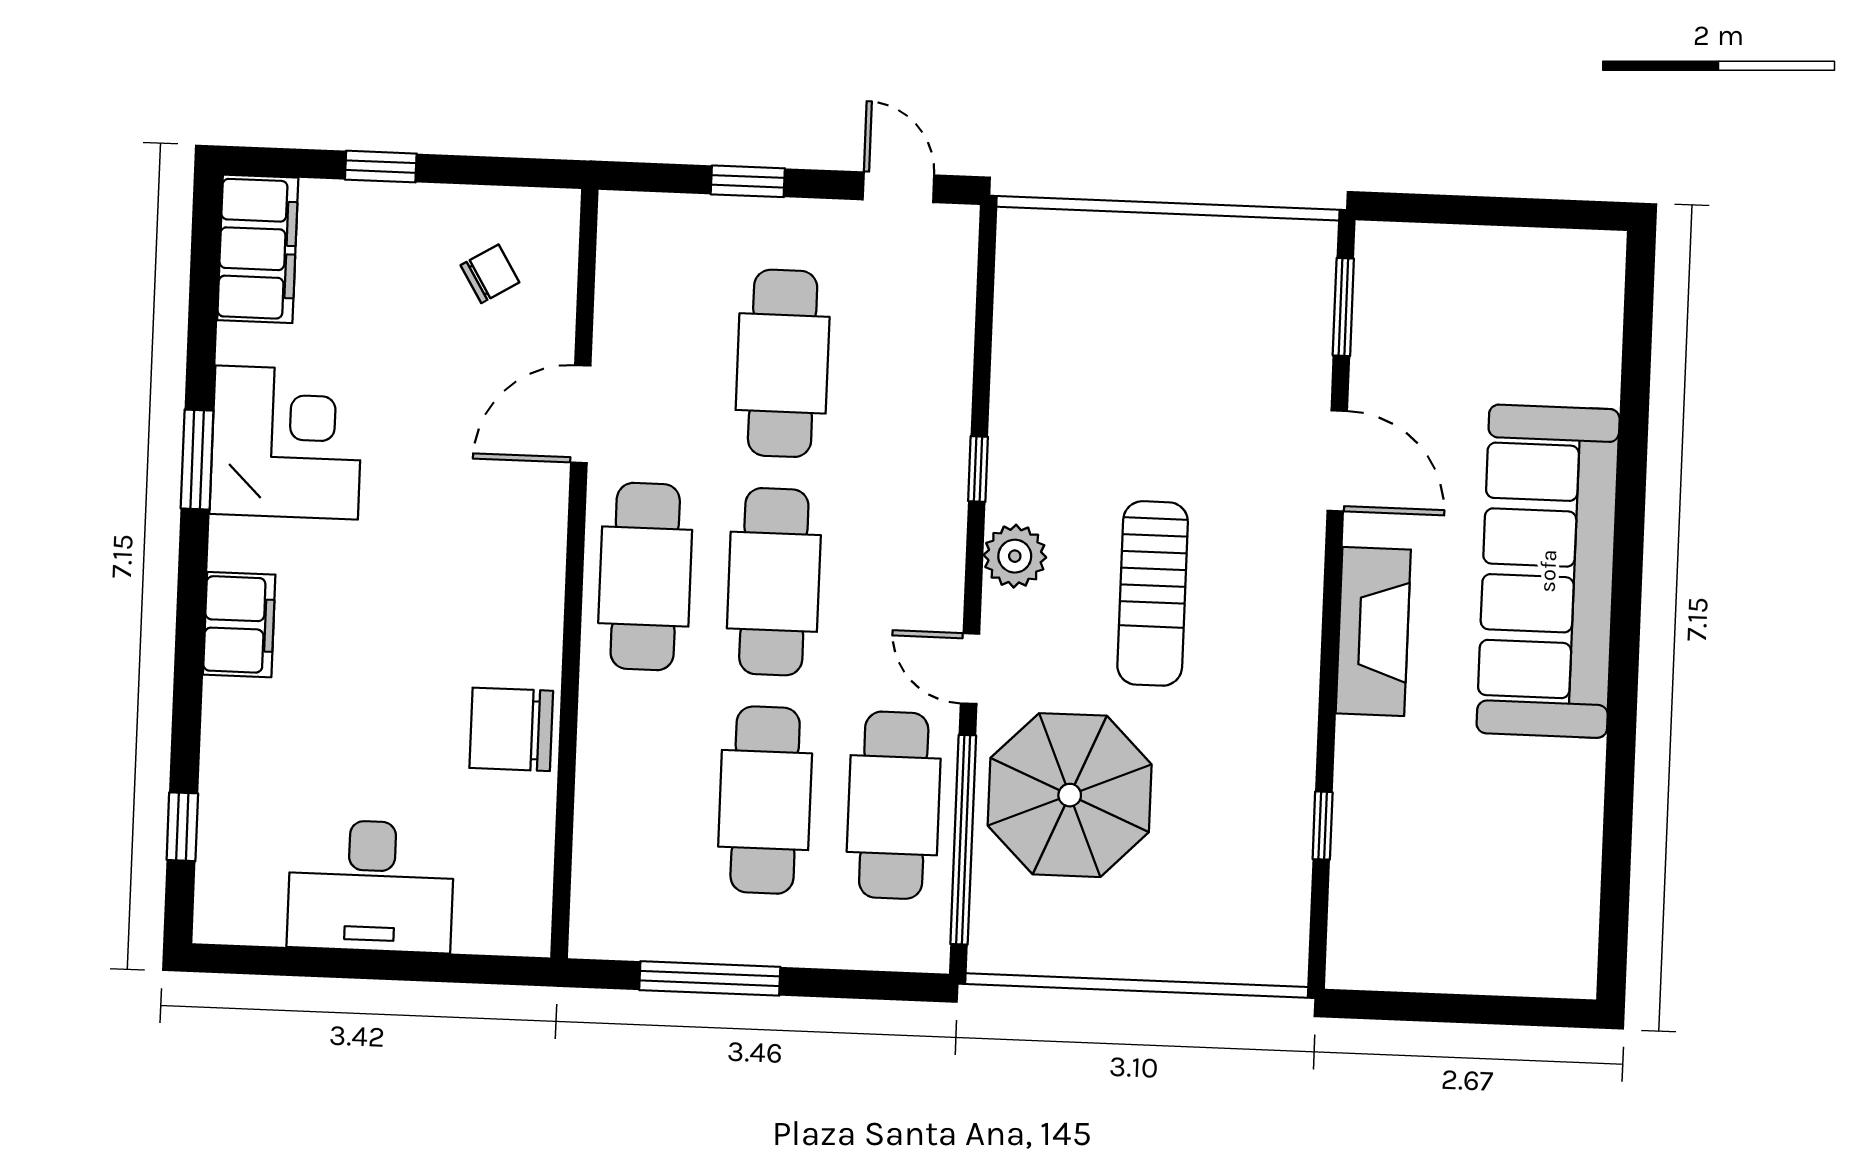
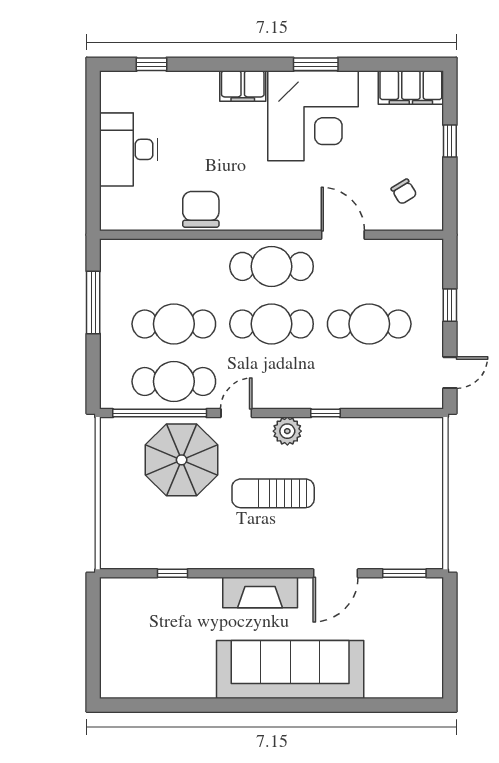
corner desk: (287, 443) -> (313, 116), width x1.36, depth x1.36

